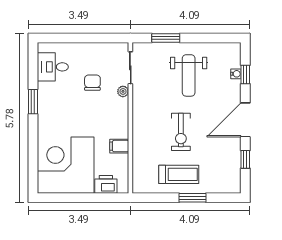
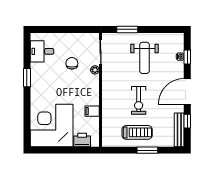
bench: (235, 171) -> (179, 130), added

